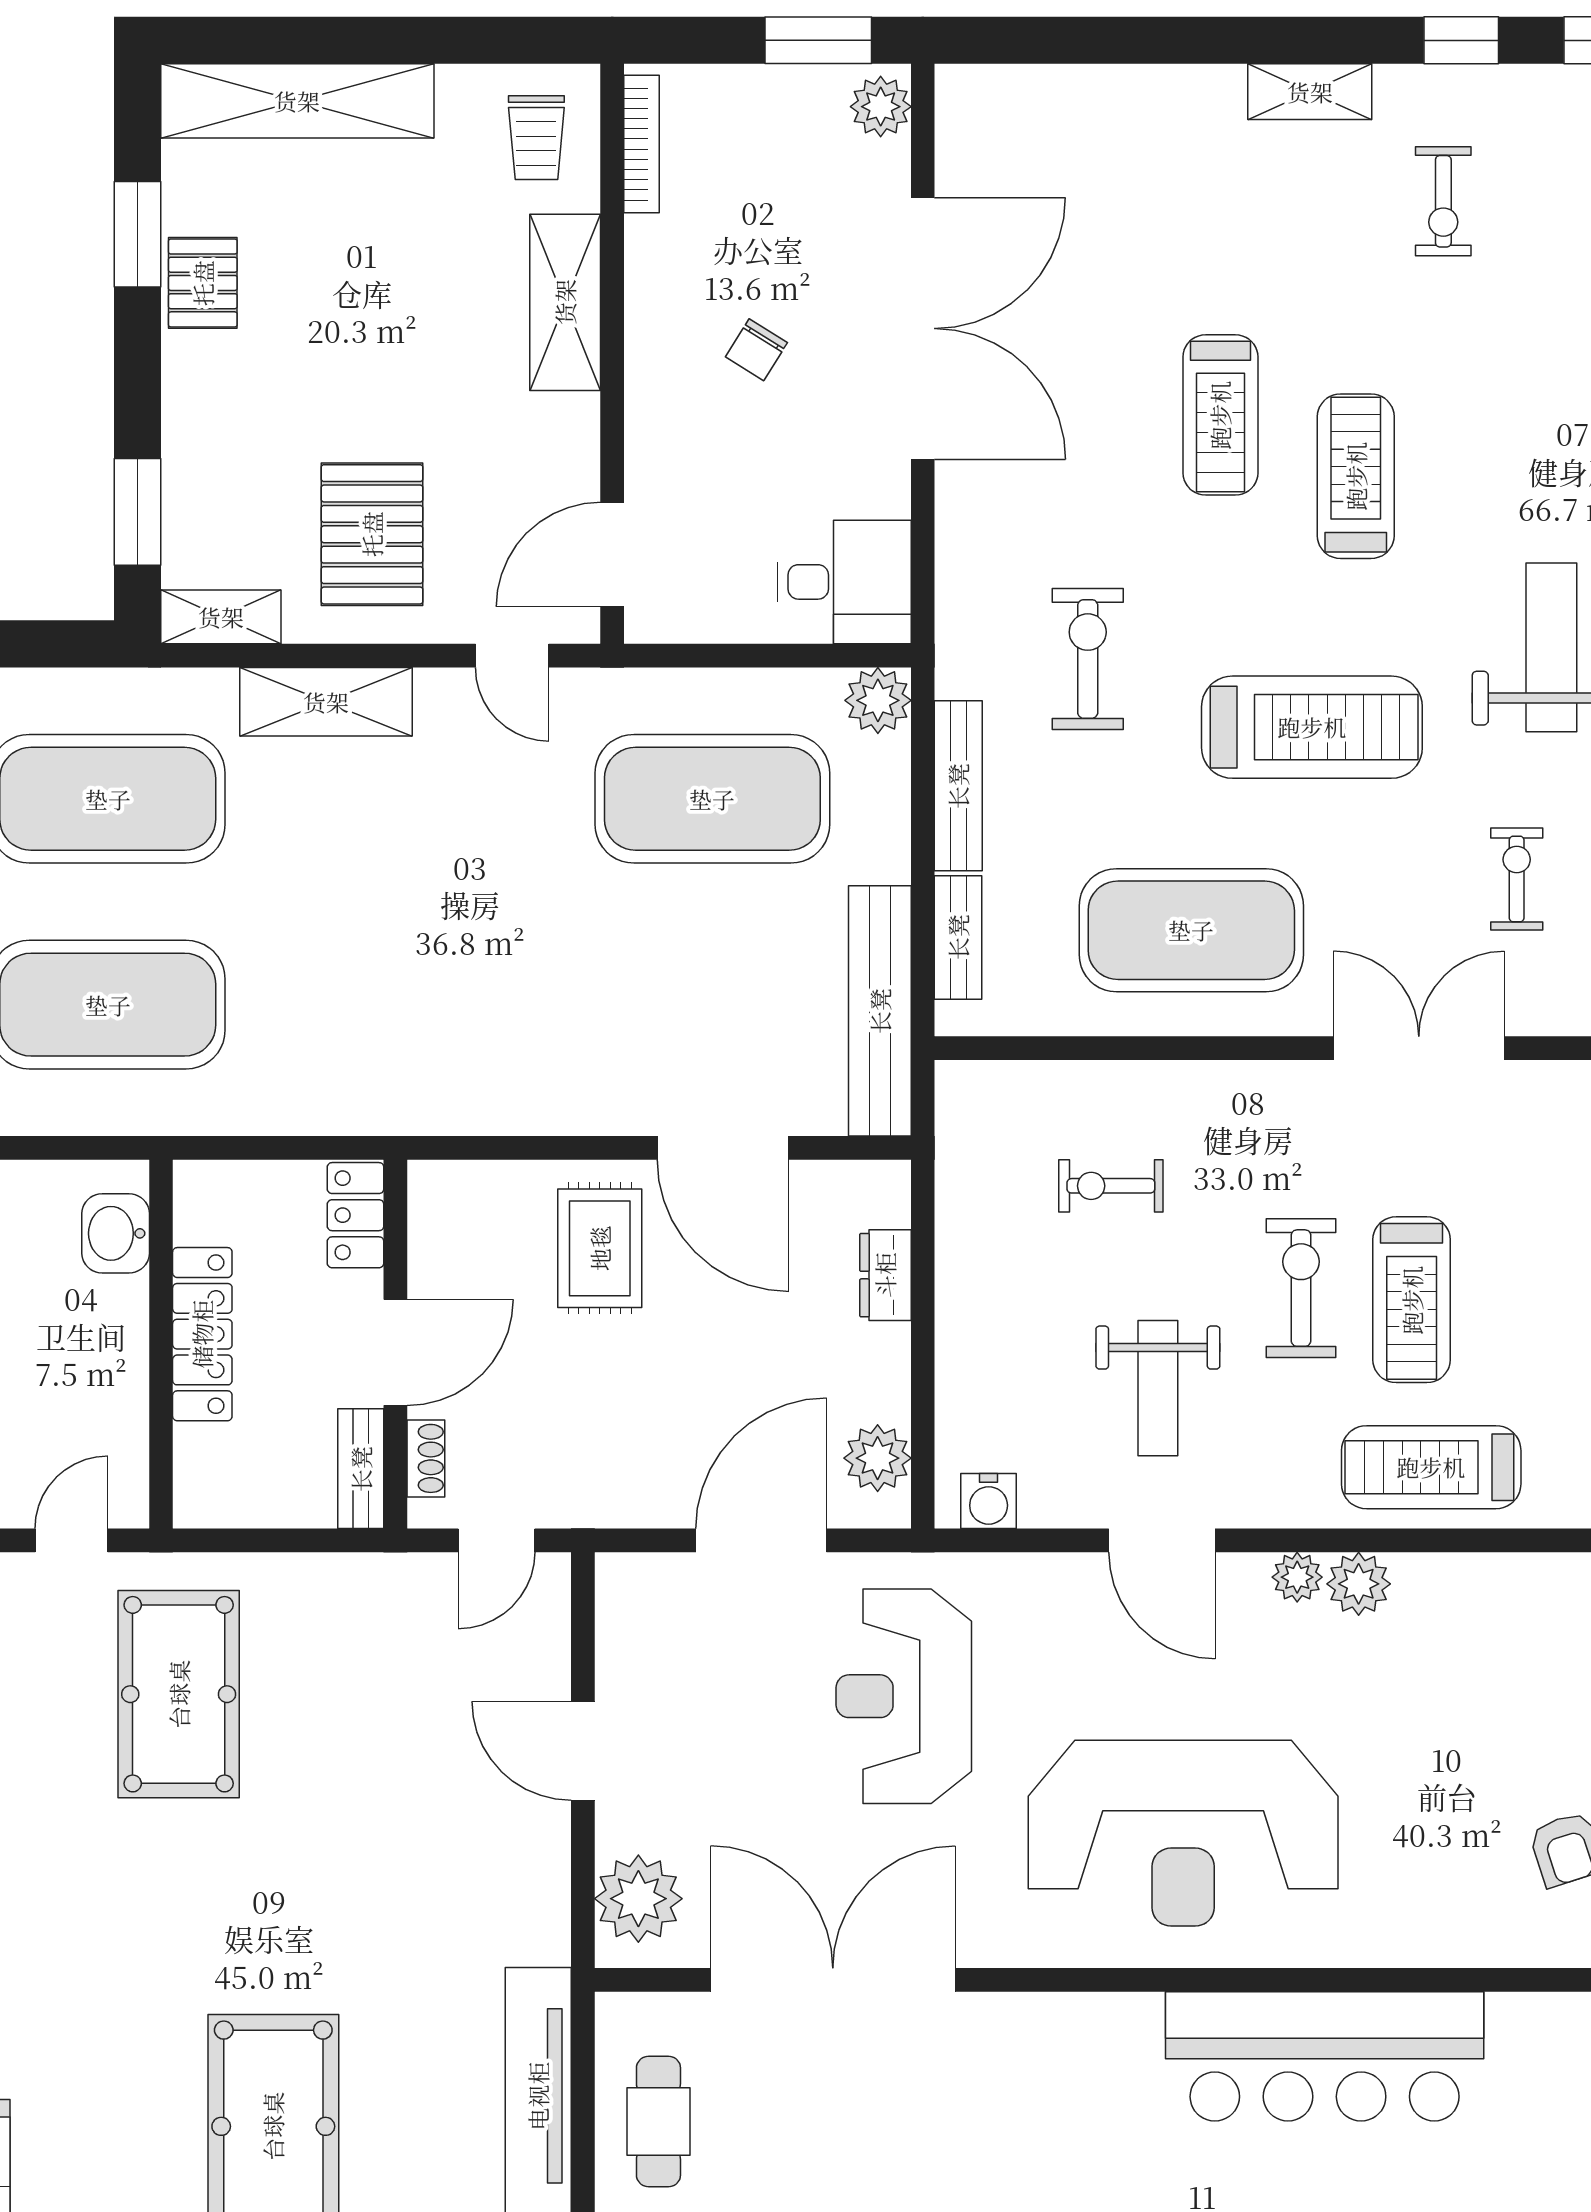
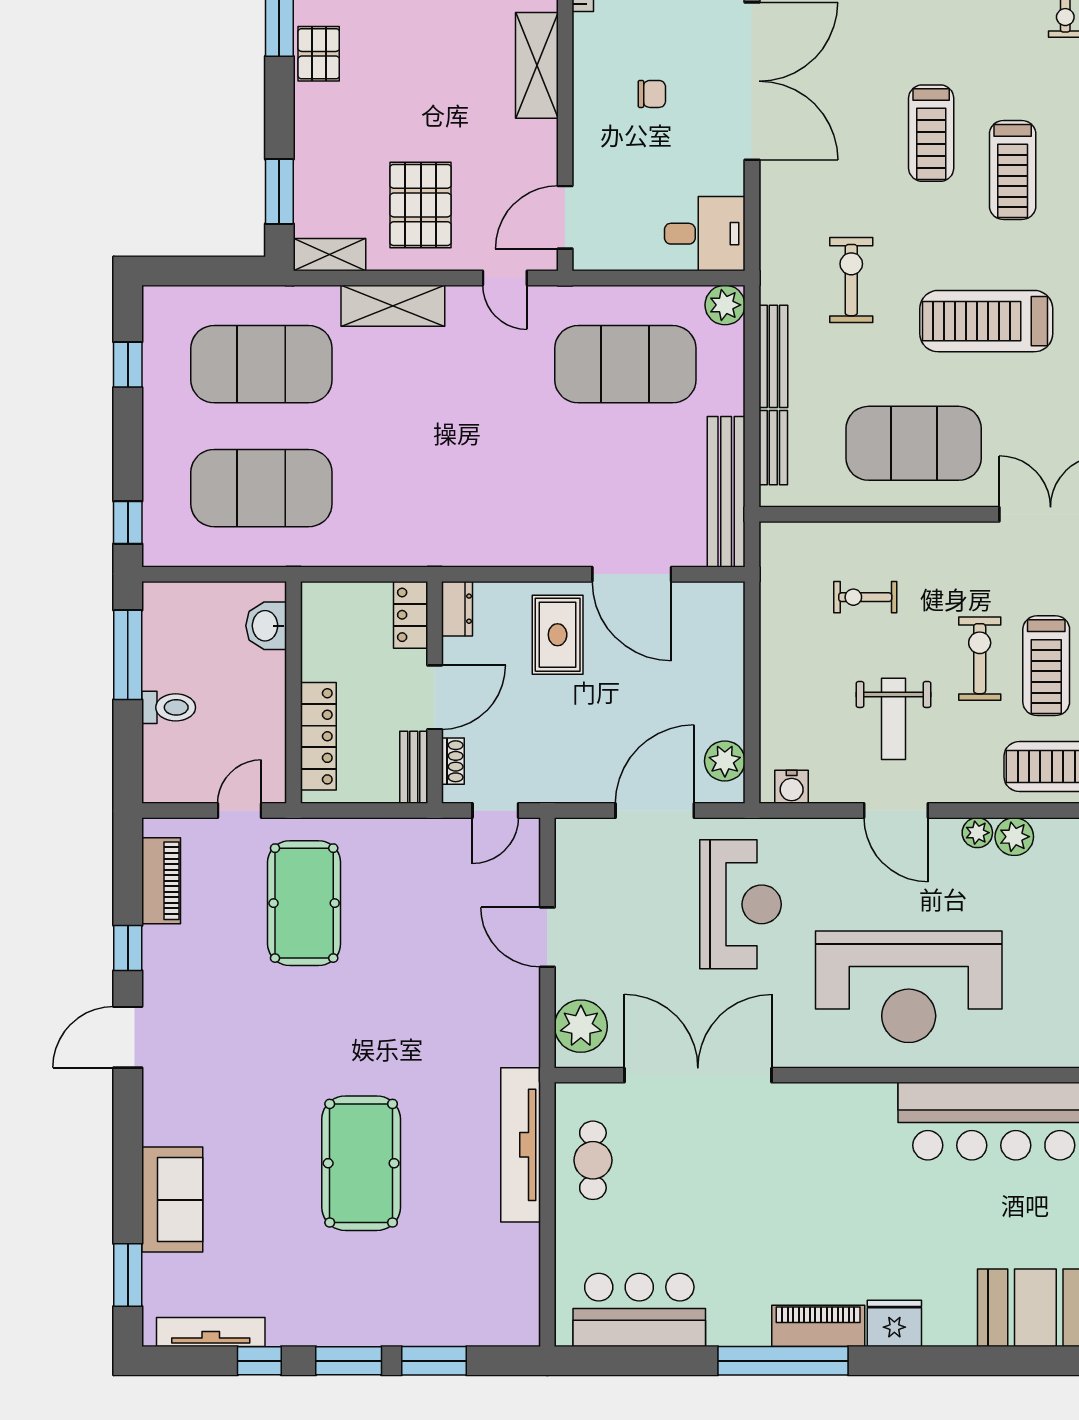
chair: (756, 350) -> (652, 94), turned -122
treadmill: (1356, 476) -> (1013, 170), turned 180
treadmill: (1312, 727) -> (986, 321), turned 180
dresser: (885, 1275) -> (457, 609), moved, turned 180
locker: (202, 1334) -> (318, 736), moved
reception desk: (904, 1696) -> (741, 904), turned 180

